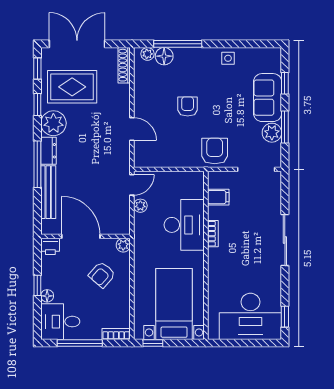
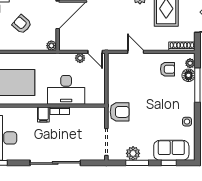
sofa: (268, 98) -> (171, 150), moved
armchair: (188, 106) -> (168, 69), moved
door: (132, 129) -> (136, 52), swing flipped
filing cabinet: (218, 197) -> (43, 114), moved
sliding door: (285, 240) -> (55, 163), width x1.36
armchair: (102, 275) -> (22, 24), moved

